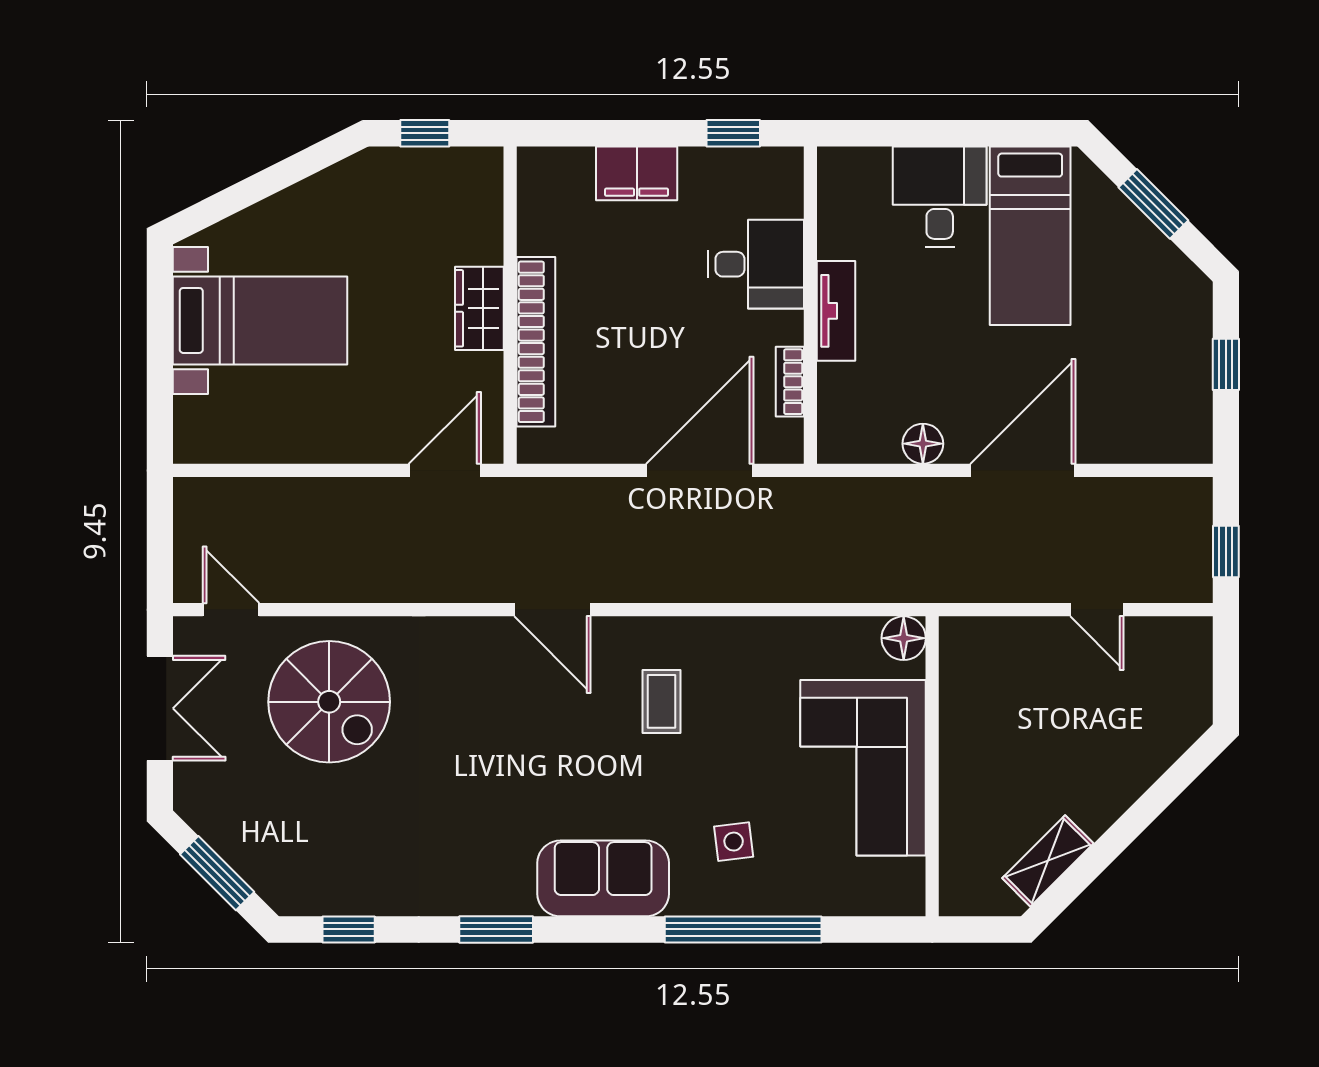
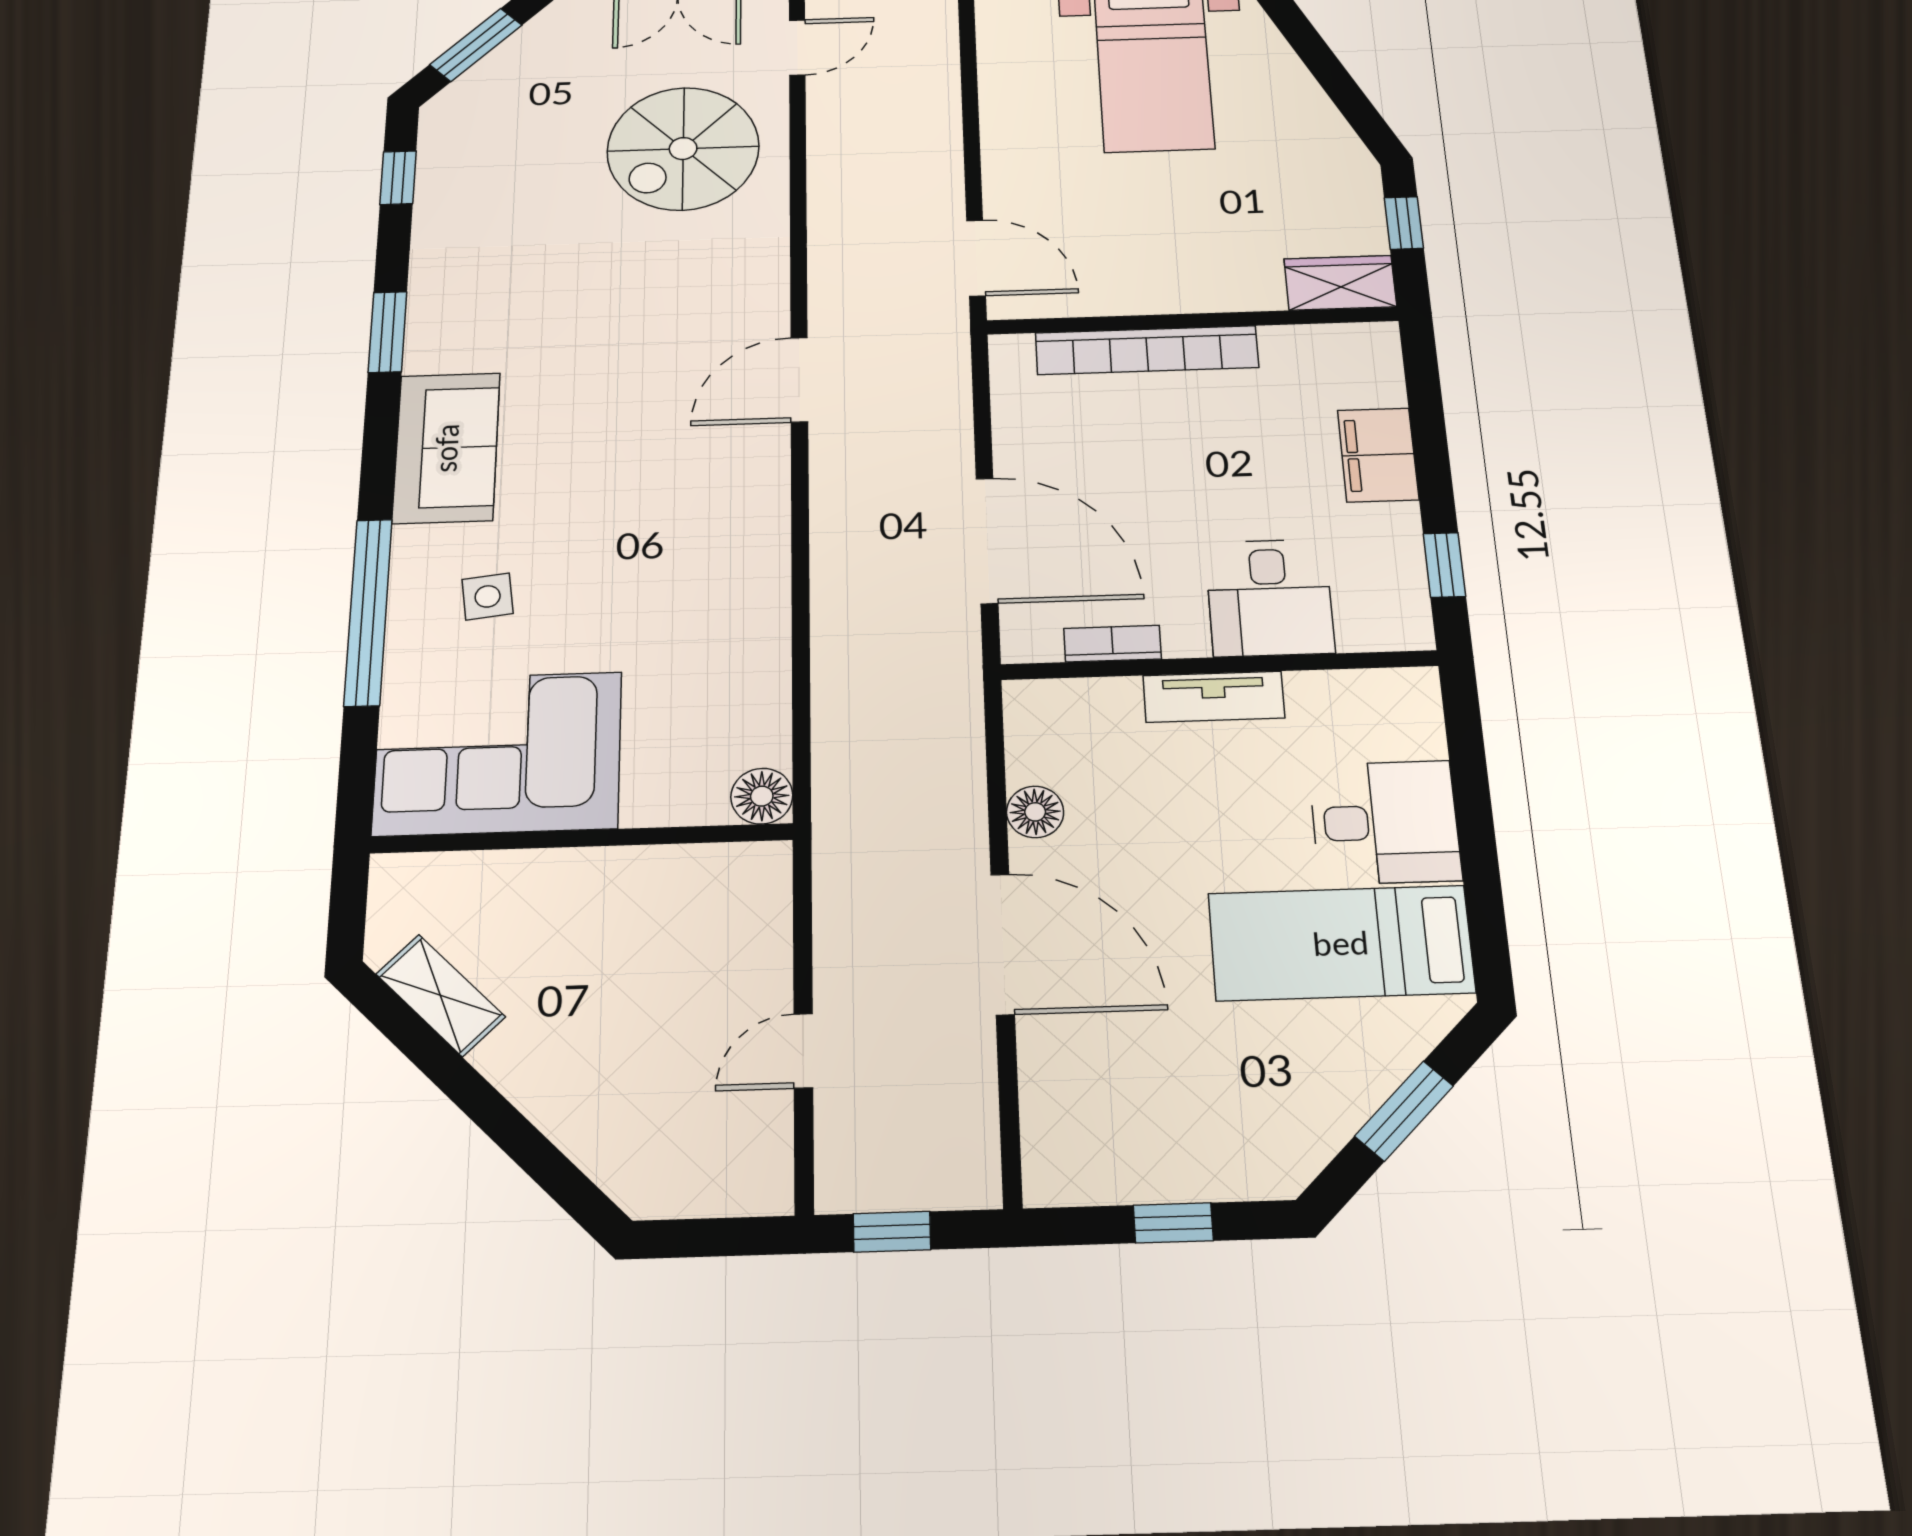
wardrobe: (479, 308) -> (1340, 283), moved
coffee table: (662, 701) -> (678, 506), removed
corner sofa: (863, 768) -> (498, 753), moved

